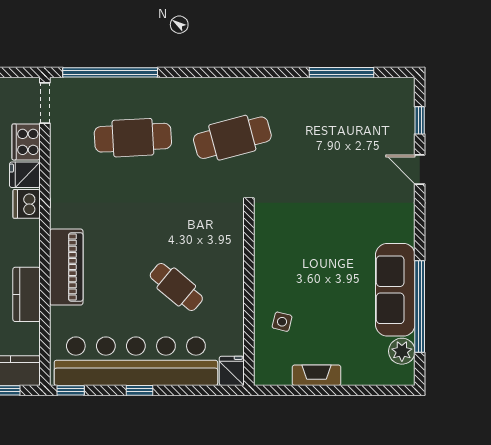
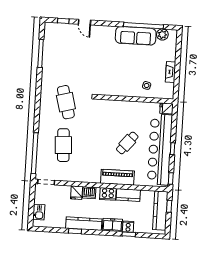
cooker: (26, 142) -> (108, 194), moved
door: (420, 170) -> (84, 22), hinge flipped
cafe table: (176, 287) -> (127, 143), moved

